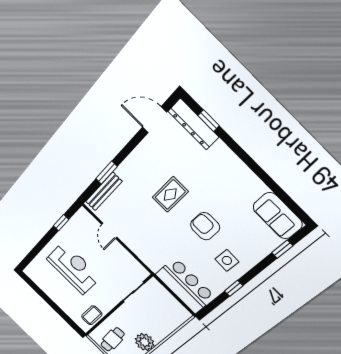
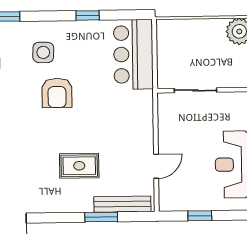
rug: (170, 194) -> (79, 166), moved
side table: (227, 260) -> (43, 52), moved

